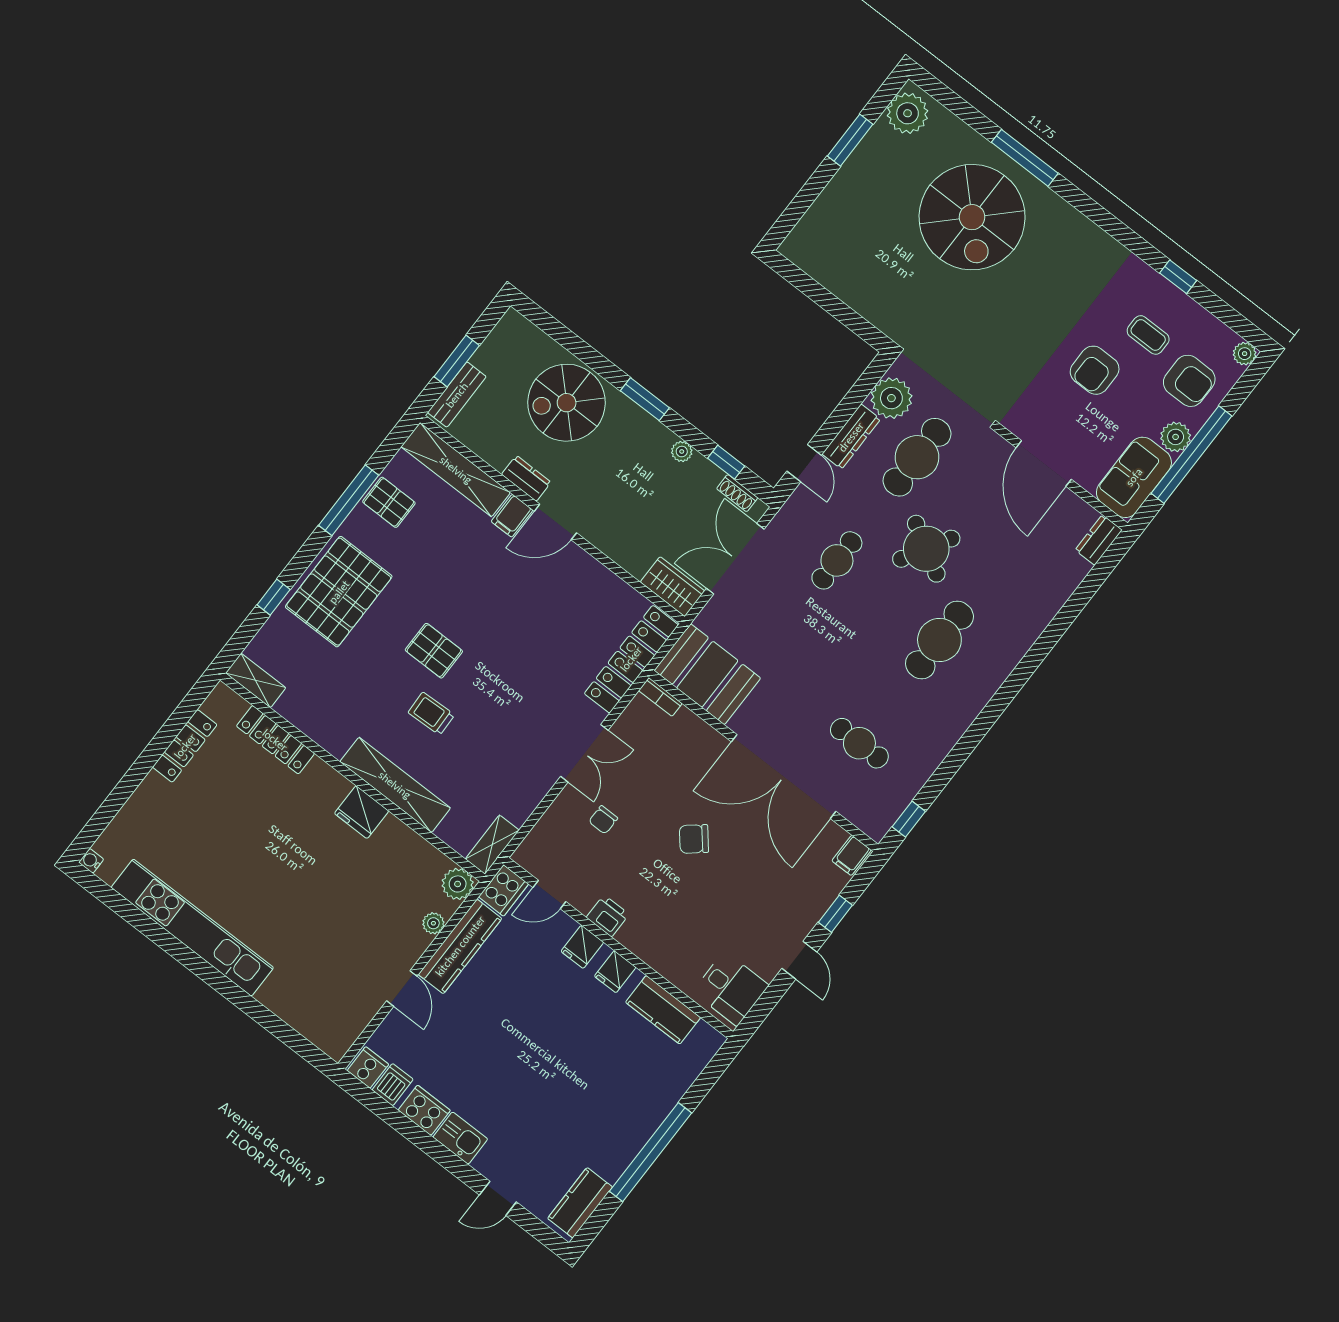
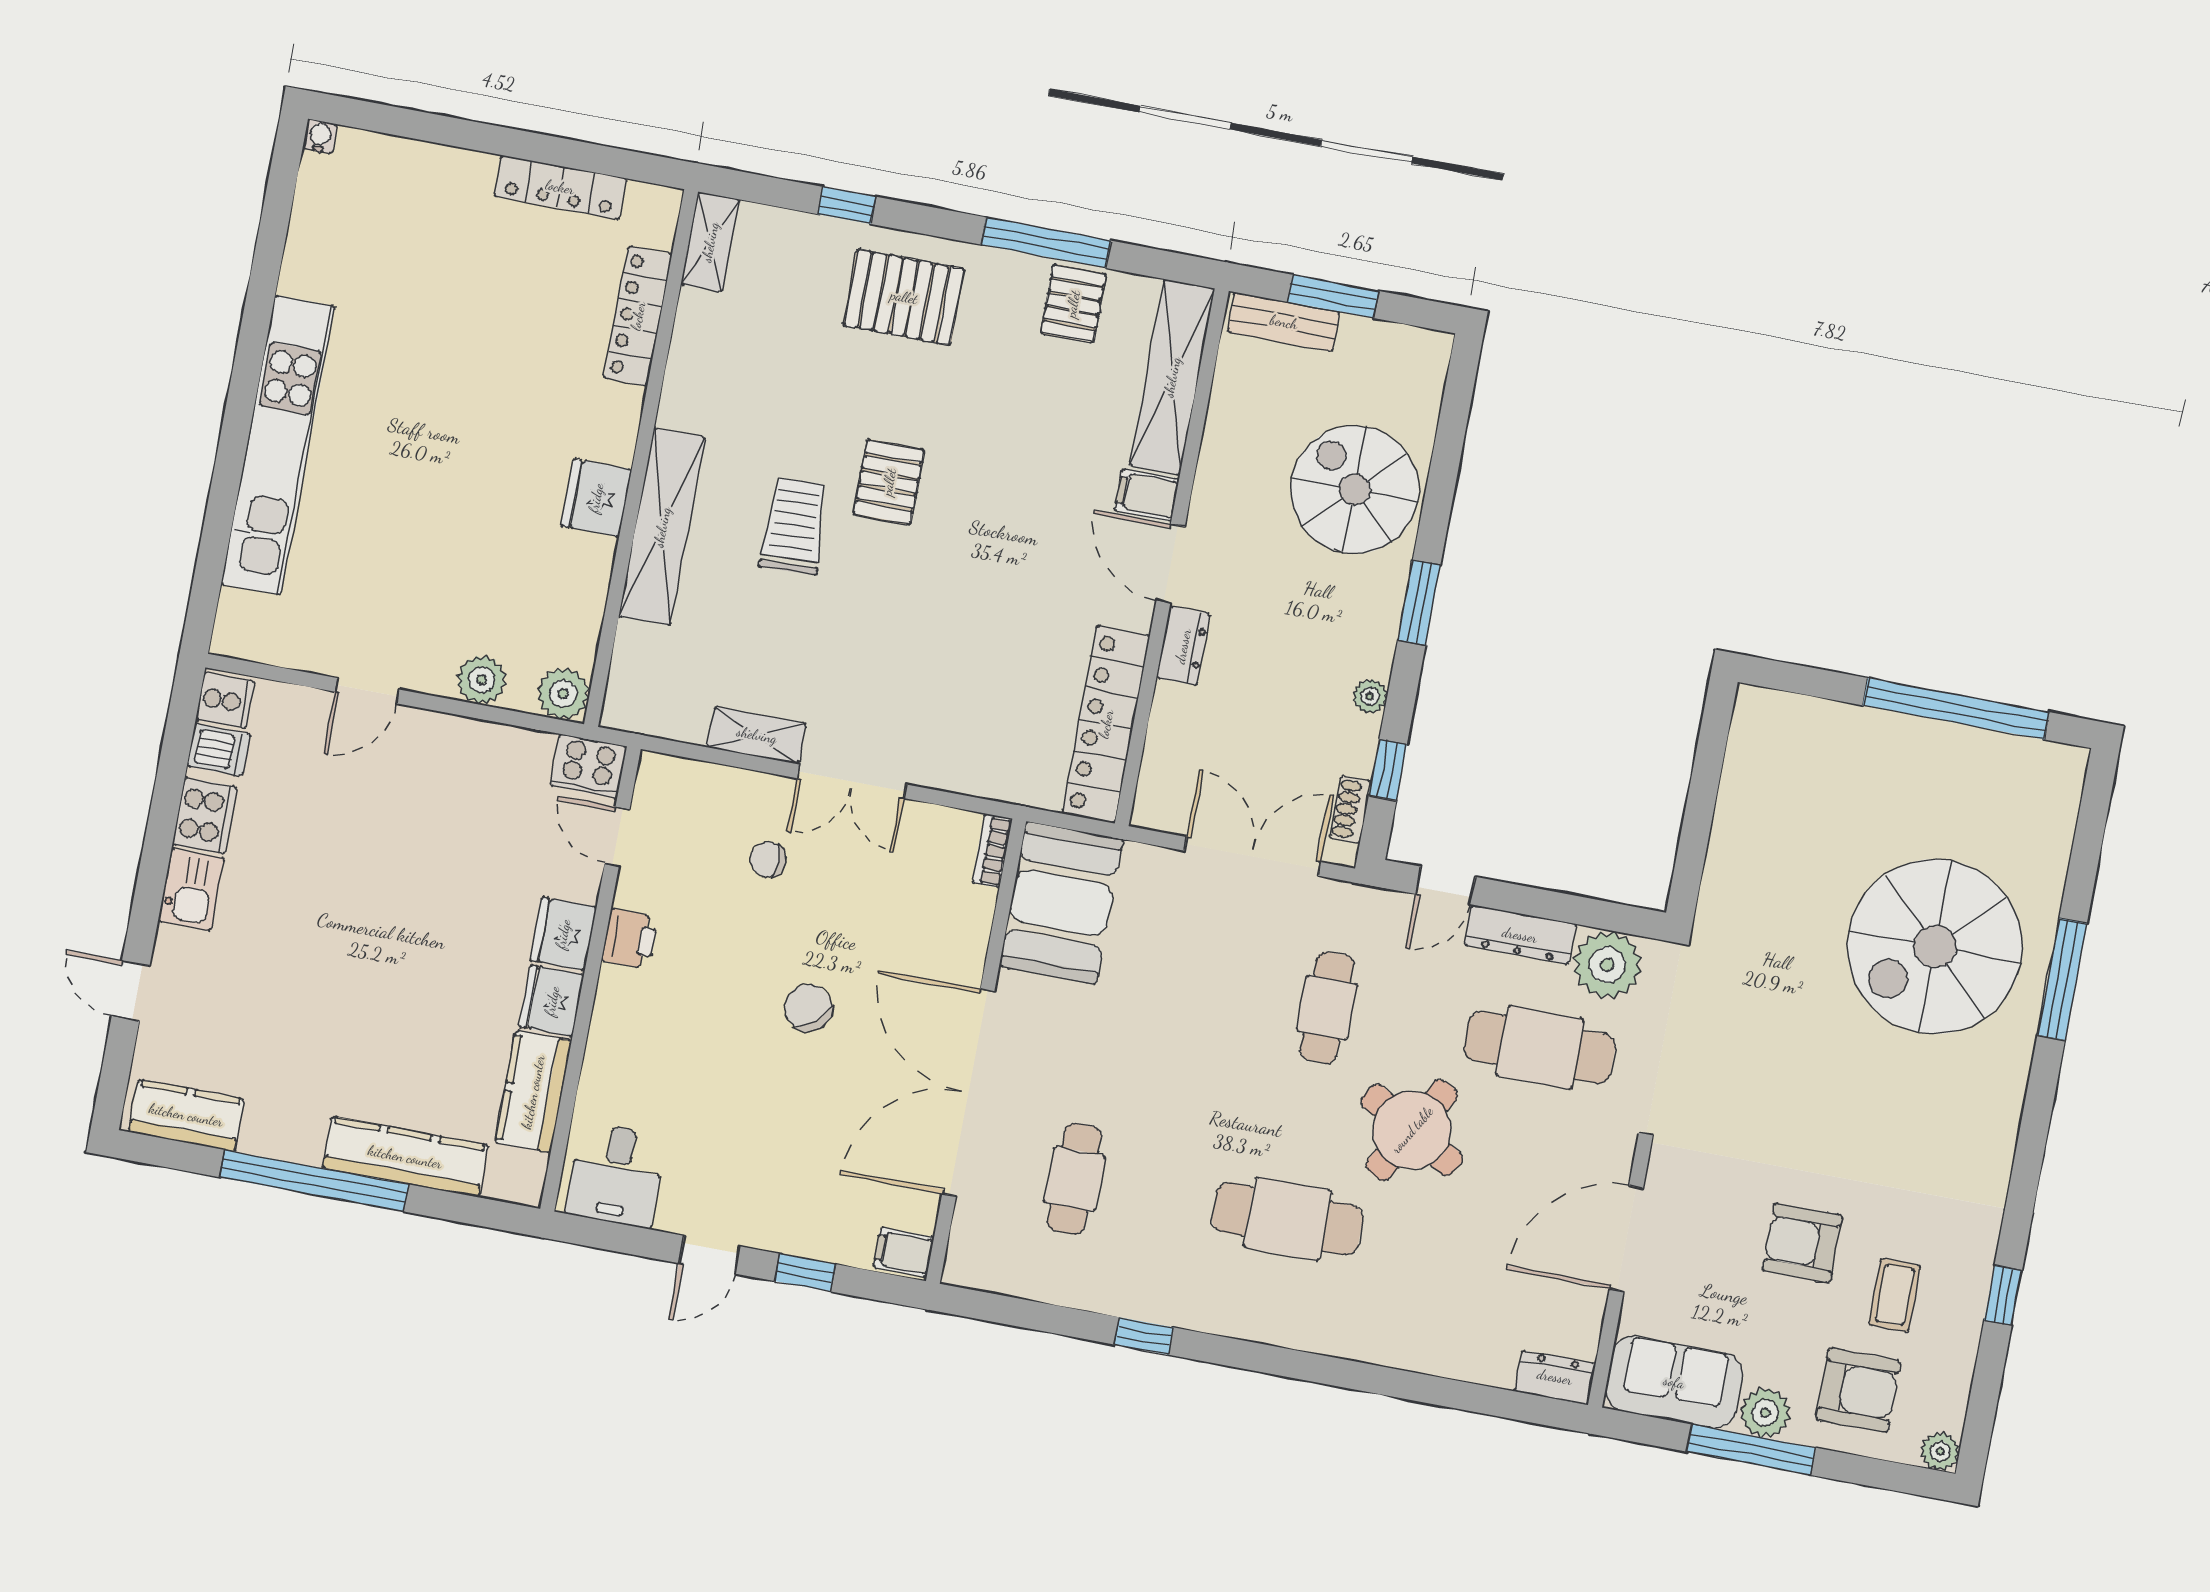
plant: (908, 113) -> (2039, 773), removed
window: (850, 140) -> (1956, 709), width x2.11
armchair: (1189, 381) -> (1858, 1390), turned -90
window: (1191, 455) -> (1751, 1450), width x0.68
dresser: (526, 478) -> (1183, 646), moved
cafe table: (837, 560) -> (1327, 1007), turned 90
wardrobe: (672, 587) -> (1164, 785), removed
pallet: (339, 592) -> (904, 297), width x0.73, depth x0.71
locker: (631, 659) -> (1106, 724), moved, turned -90
trolley: (431, 714) -> (794, 526), width x1.36, depth x1.39
window: (909, 819) -> (1144, 1336), moved
shelving: (492, 845) -> (757, 735), moved
plant: (433, 923) -> (482, 680), width x1.38, depth x1.38
kitchen unit: (192, 928) -> (278, 445), moved
kitchen counter: (460, 946) -> (405, 1157), moved, turned 180
fridge: (582, 947) -> (563, 934), width x1.38
fridge: (615, 972) -> (552, 1001), width x1.38

